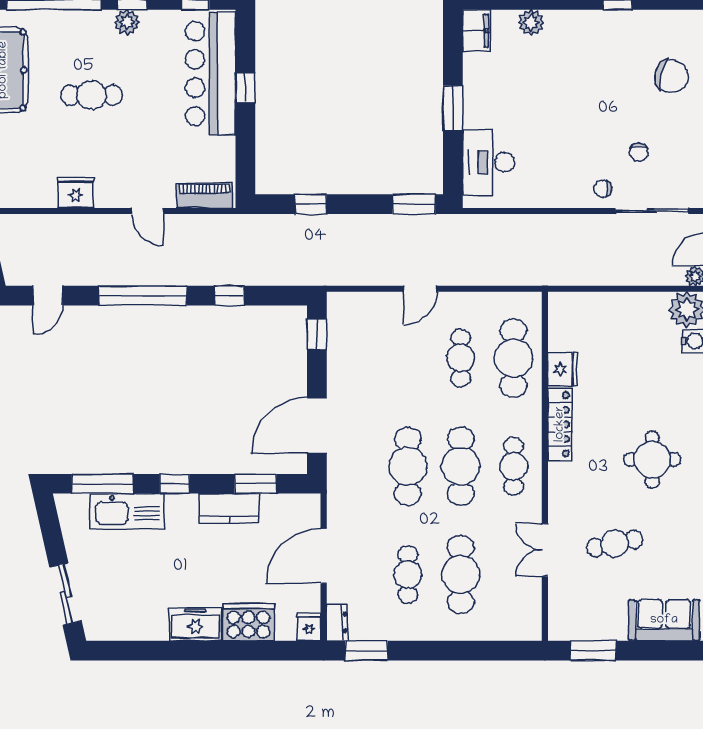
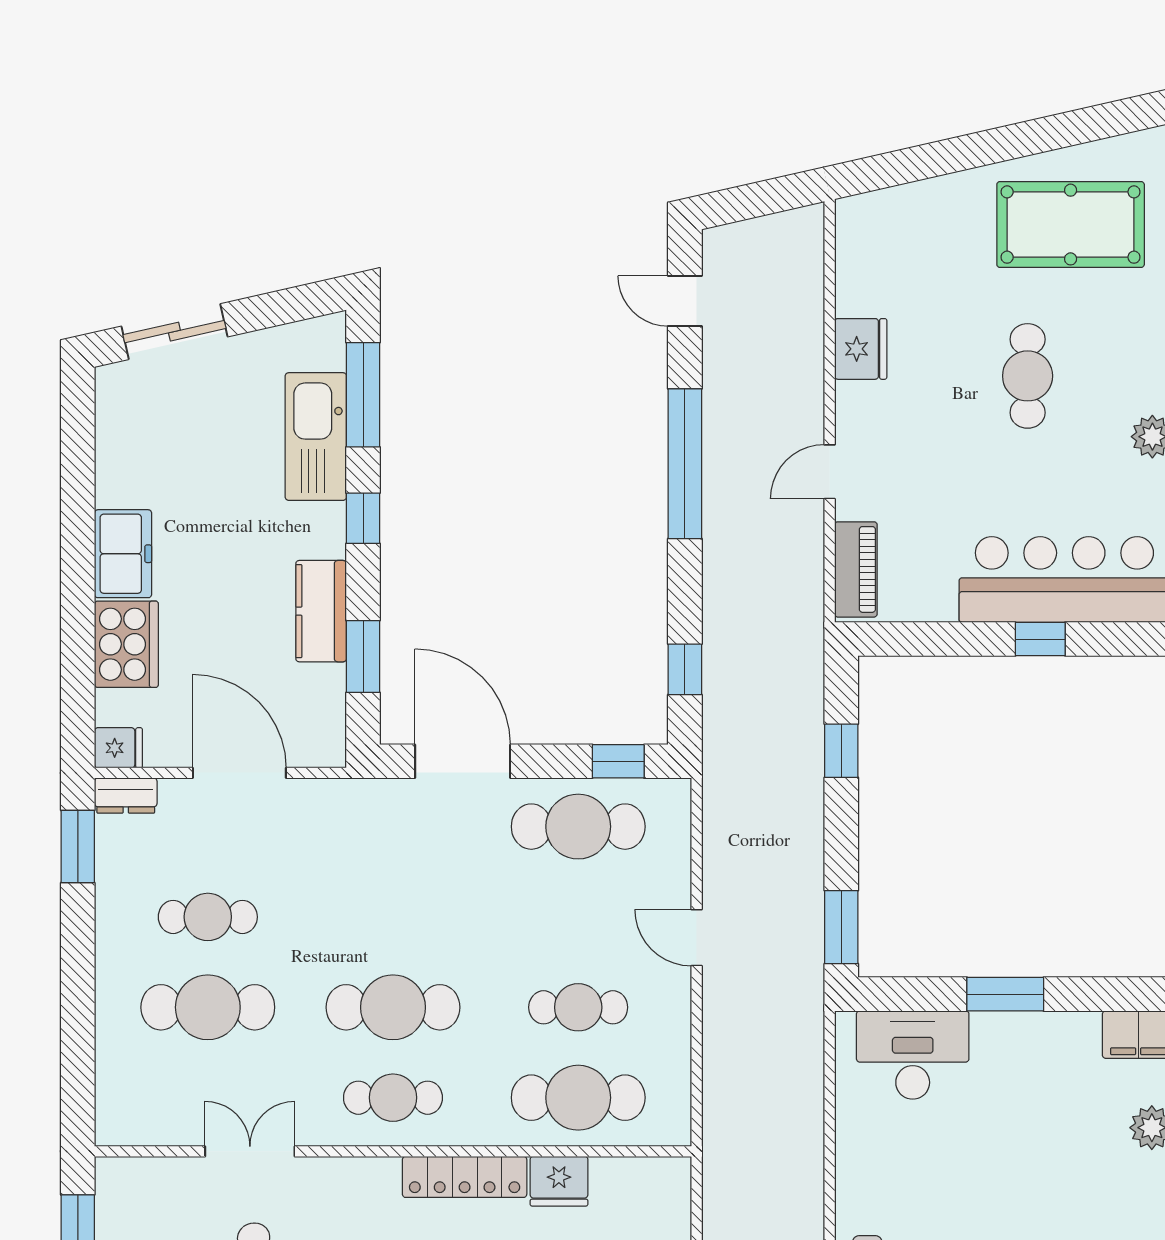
window: (229, 296) -> (685, 669), moved
cafe table: (408, 466) -> (578, 827), moved

